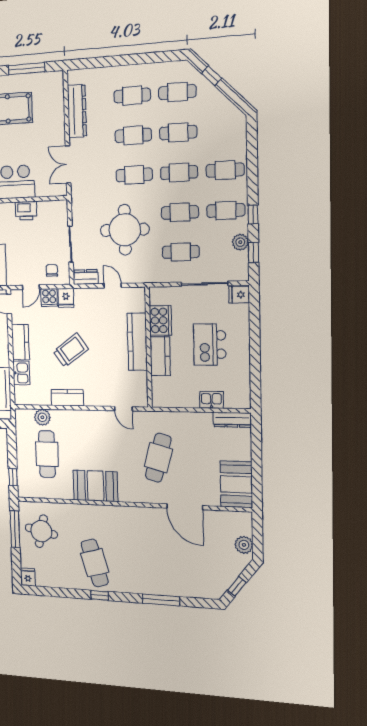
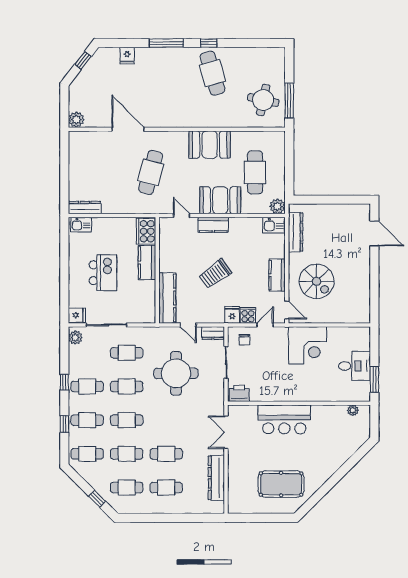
window: (27, 69) -> (262, 518), removed
double door: (68, 164) -> (226, 432), swing flipped
cafe table: (134, 175) -> (87, 454), moved
printer: (26, 211) -> (239, 393), moved
plant: (240, 242) -> (75, 338), moved
window: (253, 252) -> (64, 424), moved
cooker: (160, 320) -> (146, 231), moved
kitchen counter: (137, 342) -> (167, 298), moved
trolley: (71, 350) -> (215, 274), moved
kitchen sink: (21, 373) -> (274, 225), moved, turned -90
kitchen counter: (67, 398) -> (213, 225), moved
kitchen sink: (211, 400) -> (81, 225), moved
plant: (42, 417) -> (277, 206), moved
window: (13, 477) -> (289, 150), removed
booth: (236, 484) -> (220, 200), moved, turned 90
plant: (244, 545) -> (76, 120), moved
fridge: (28, 577) -> (127, 56), moved
window: (161, 600) -> (166, 43), moved

